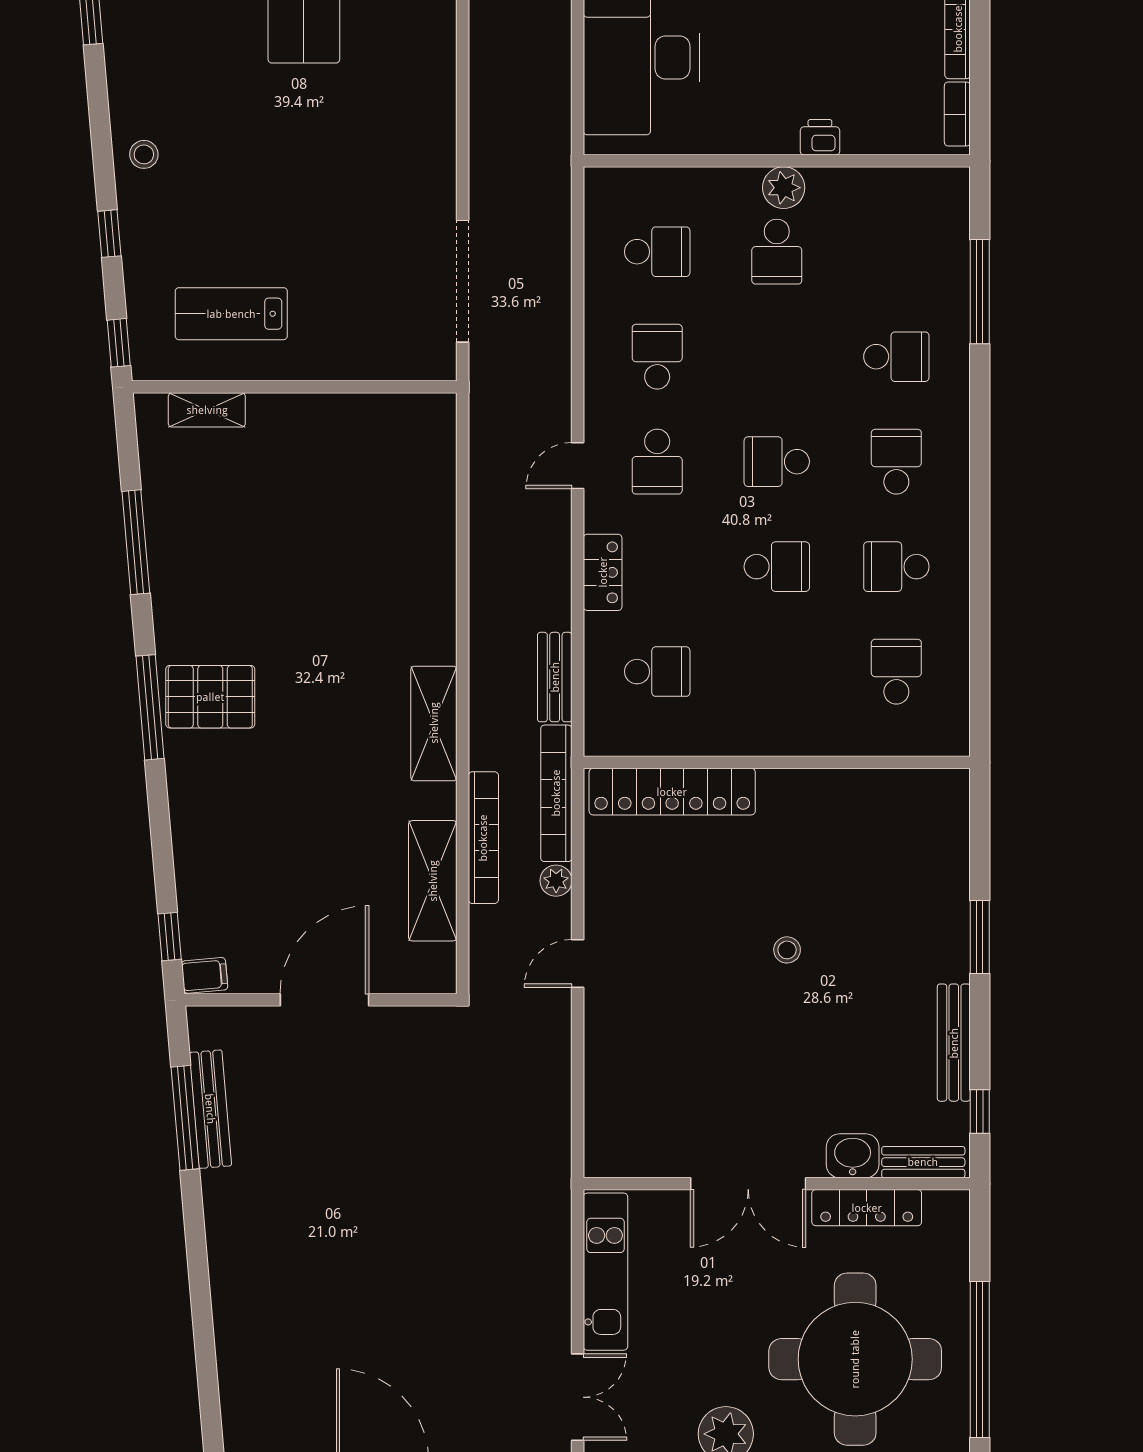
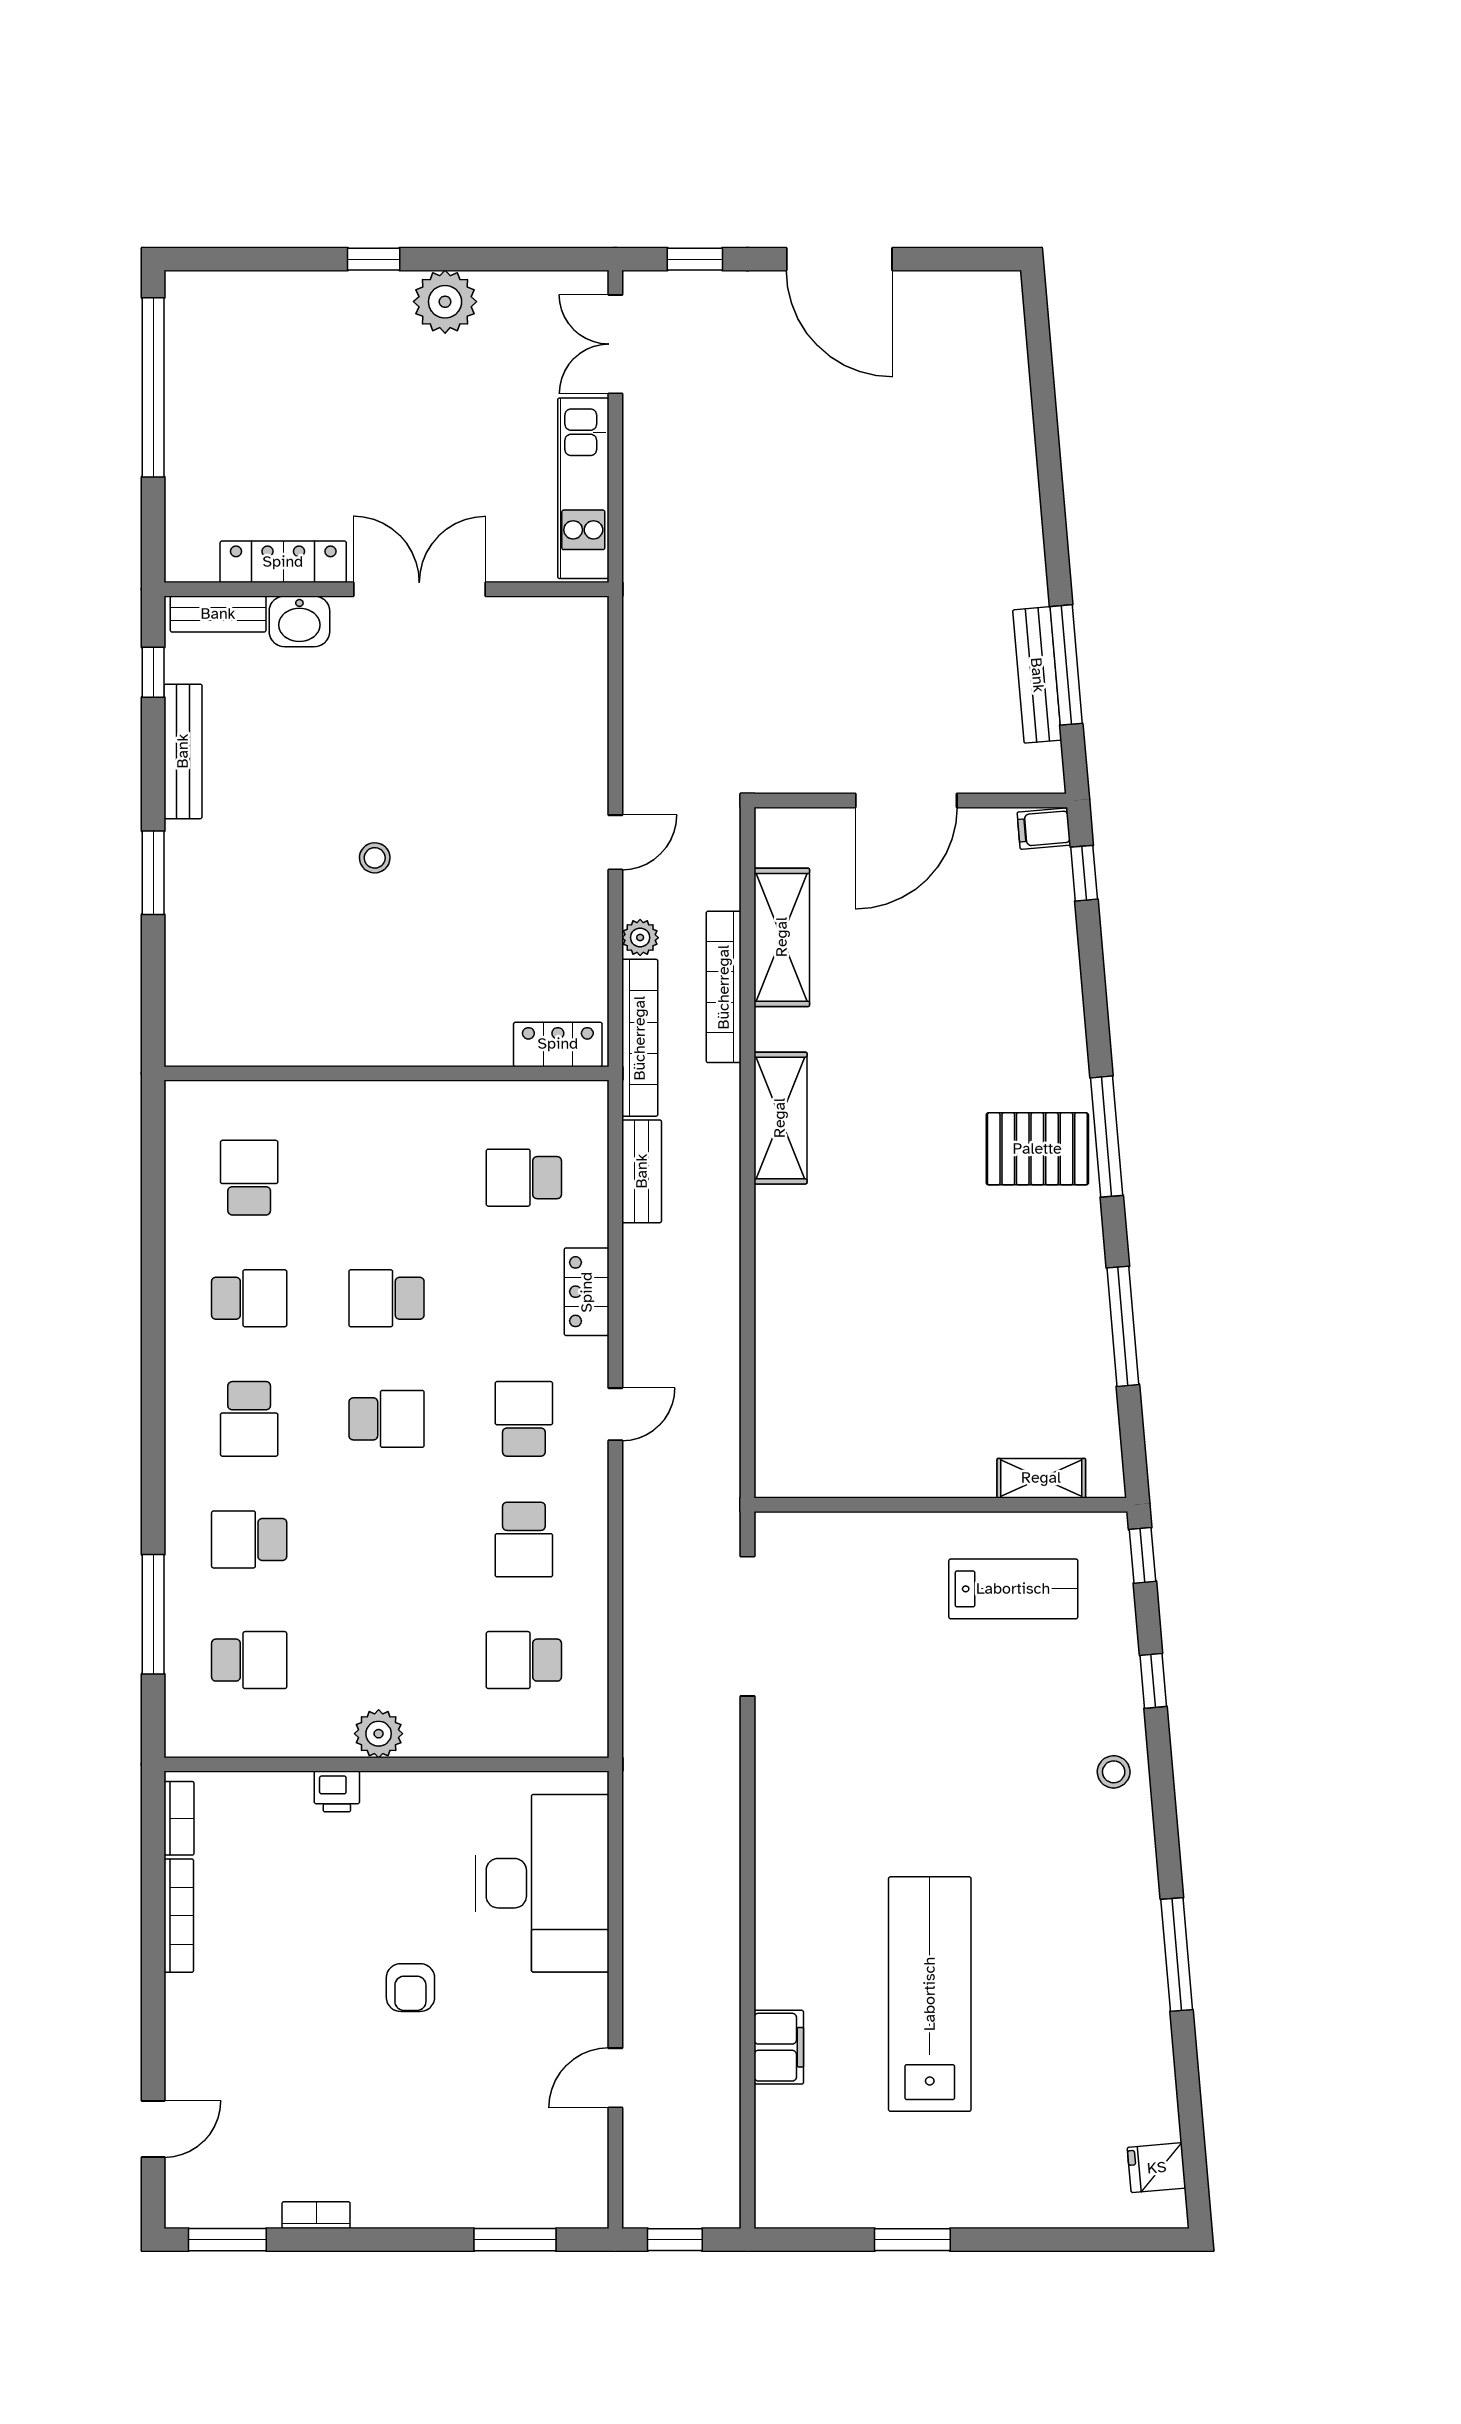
school desk: (777, 252) -> (249, 1660), moved, turned 90
school desk: (896, 672) -> (249, 1178), turned 180
locker: (672, 792) -> (558, 1044), width x0.46, depth x0.83
round table: (855, 1359) -> (296, 388), removed

